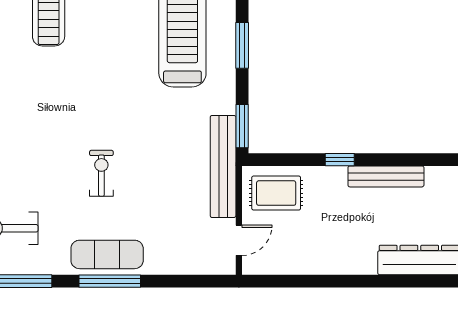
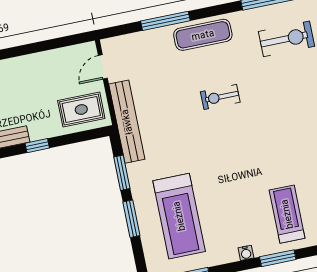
window: (242, 126) -> (122, 173), moved
exercise bike: (101, 173) -> (220, 97), turned 90
window: (110, 281) -> (165, 21), moved

